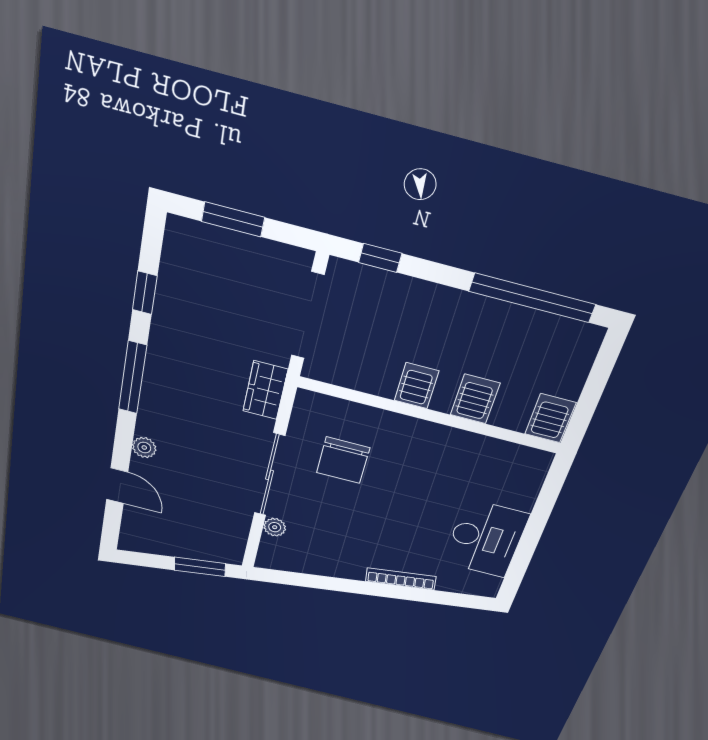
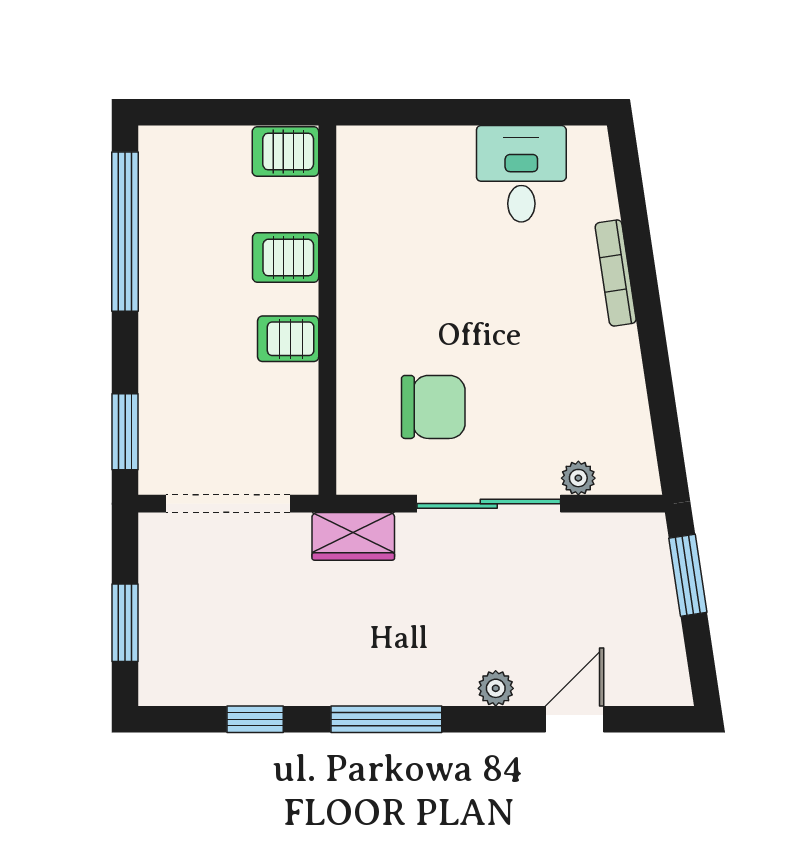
window: (380, 258) -> (125, 432), width x1.50
desk: (486, 539) -> (521, 174), width x0.73

